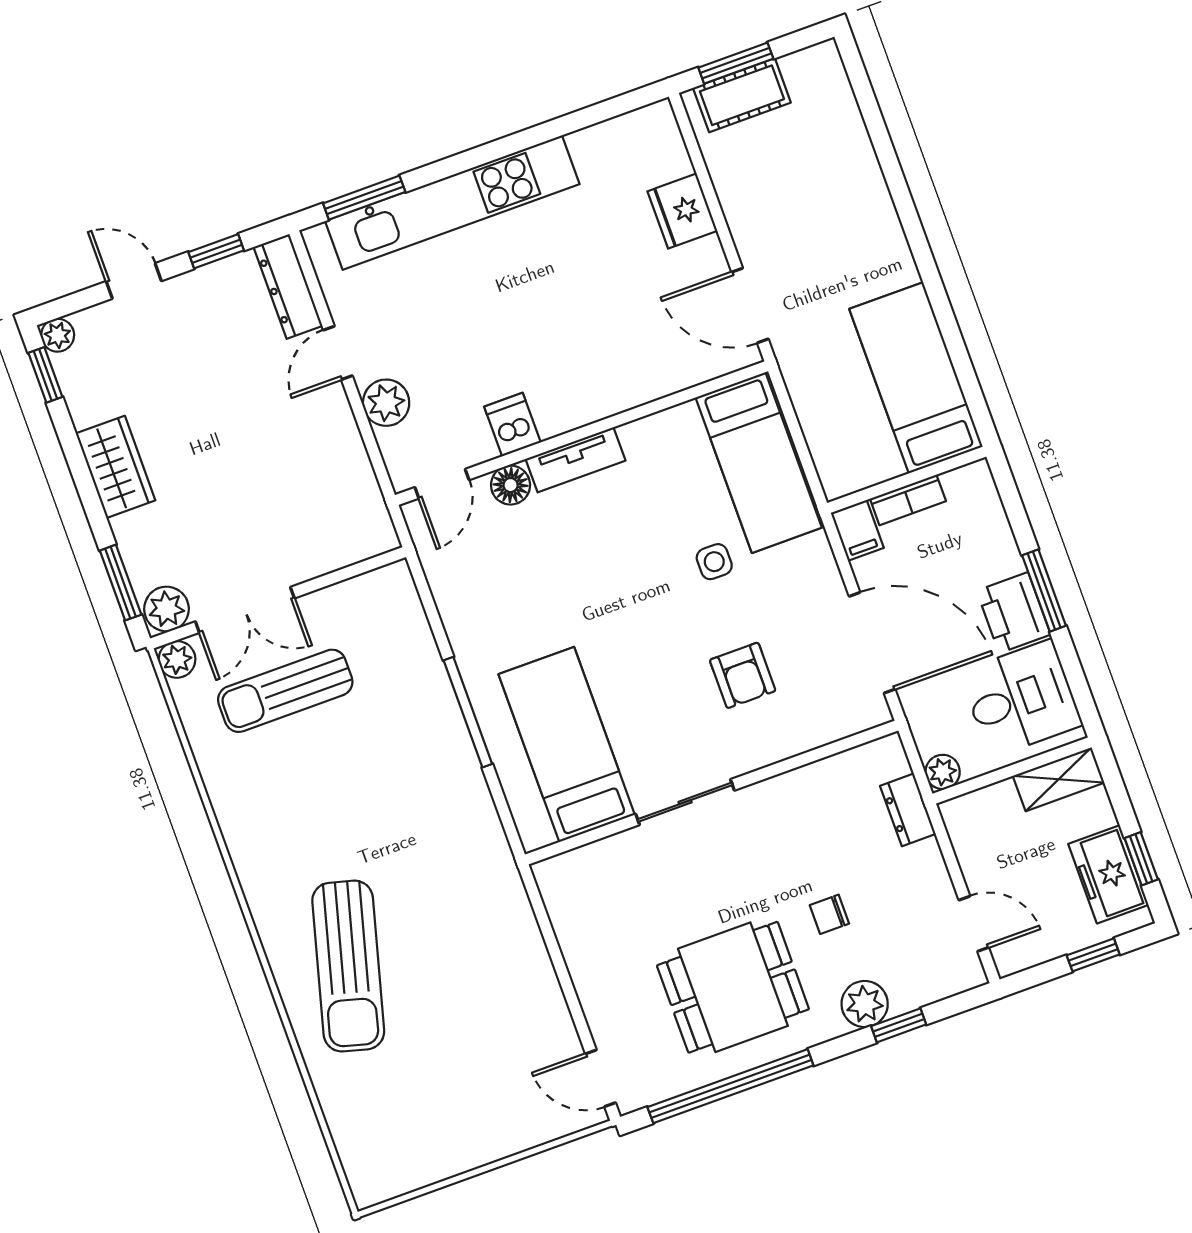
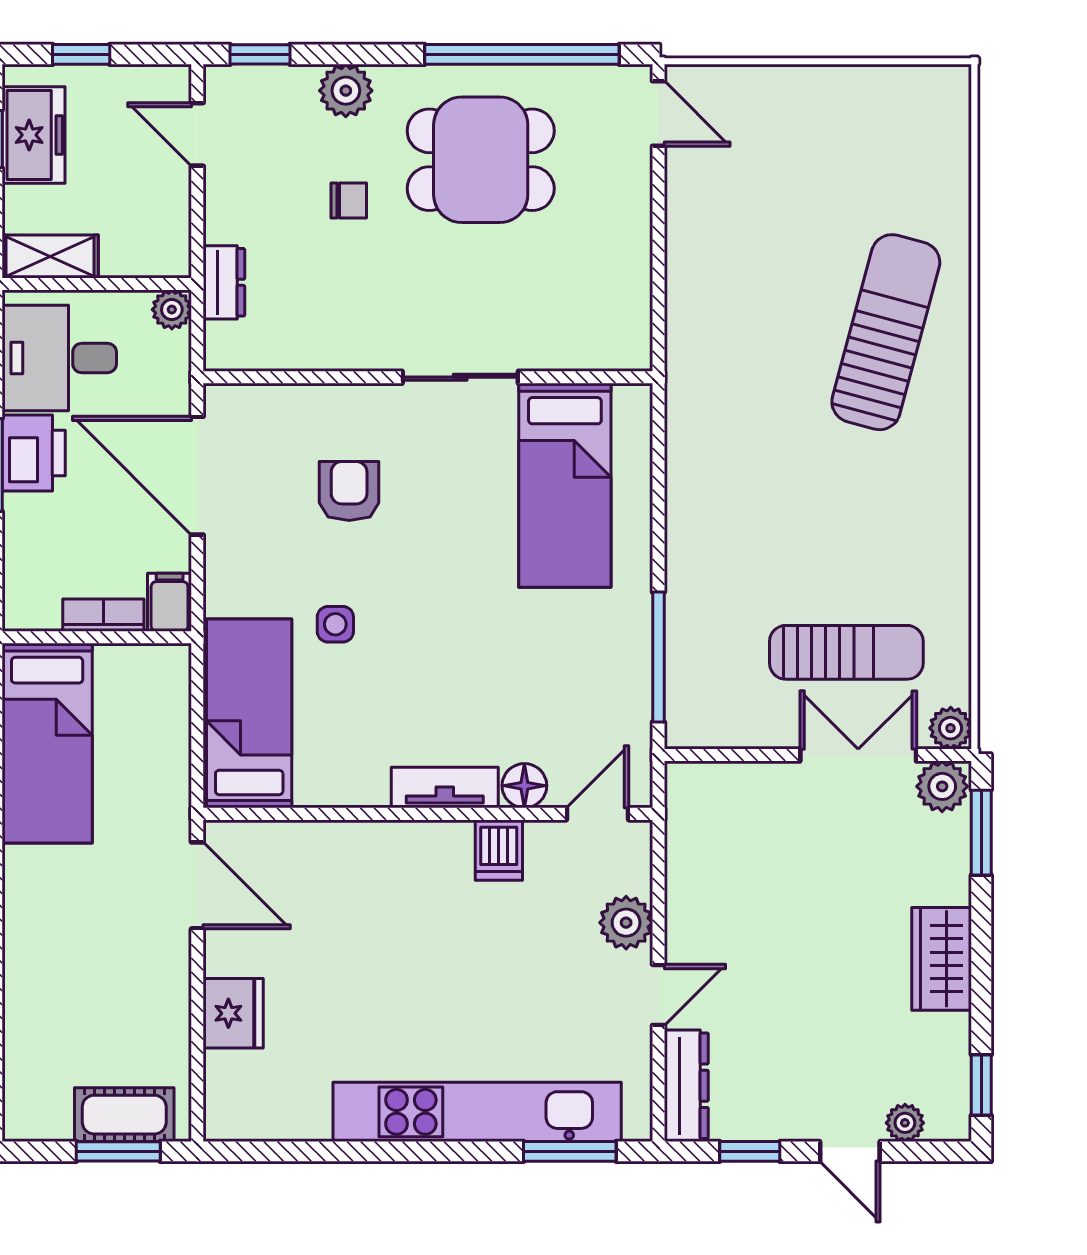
plant: (58, 335) -> (905, 1123), moved
window: (468, 712) -> (658, 657), moved
window: (899, 1025) -> (260, 54), moved

